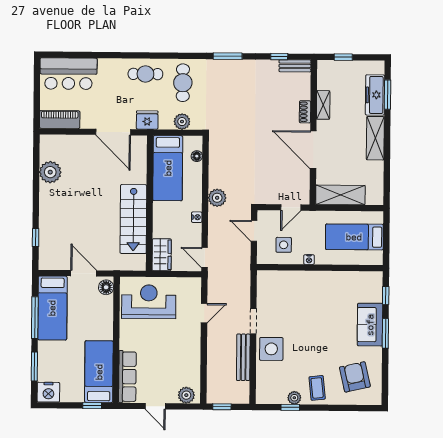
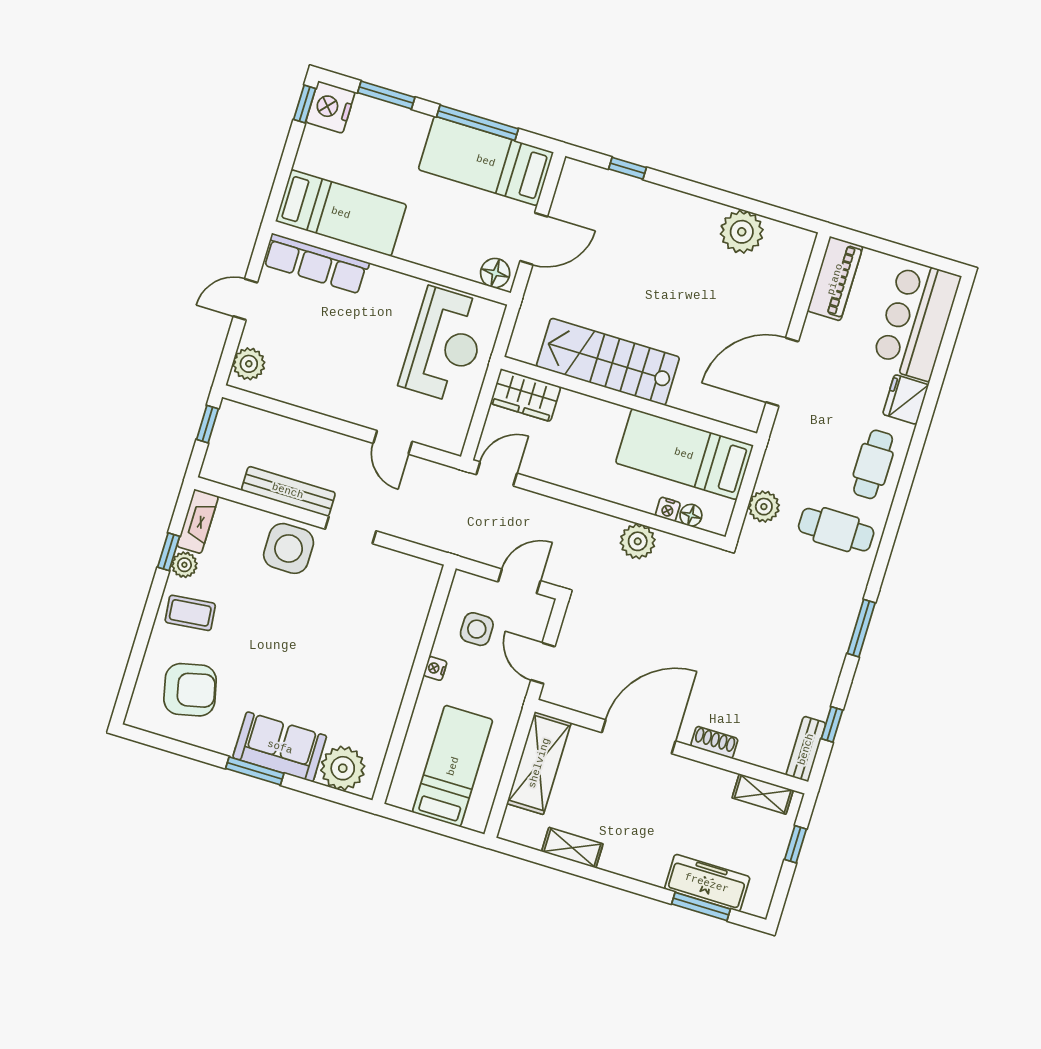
shelving: (323, 105) -> (763, 794), moved
fridge: (147, 120) -> (906, 399), moved, turned 180
shelving: (375, 138) -> (572, 848), moved, width x0.67, depth x0.75
plant: (217, 198) -> (638, 541), moved
nightstand: (197, 217) -> (668, 509), moved
plant: (371, 291) -> (343, 768), added
window: (386, 295) -> (326, 792), removed
fireplace: (271, 398) -> (198, 521), added
window: (92, 406) -> (305, 104), moved

